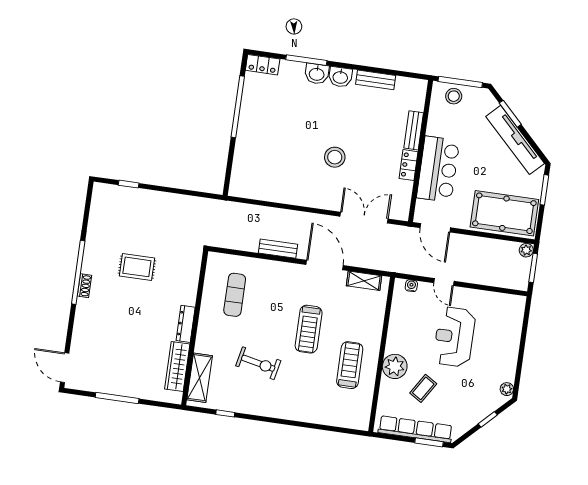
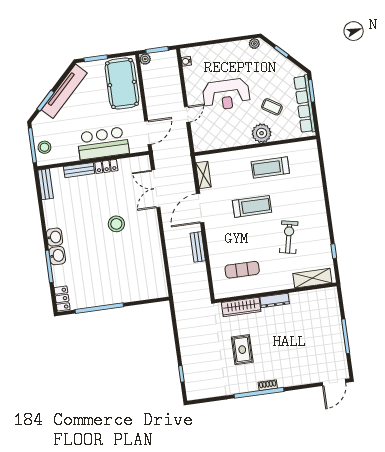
bench: (376, 80) -> (46, 184), moved
water cooler: (411, 286) -> (186, 61), moved
wardrobe: (177, 366) -> (241, 307), moved

